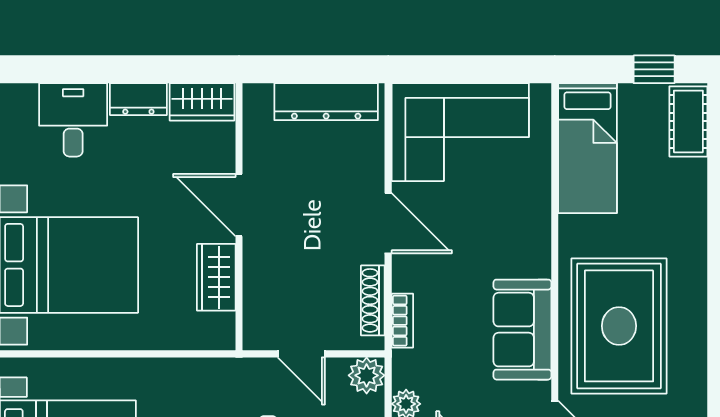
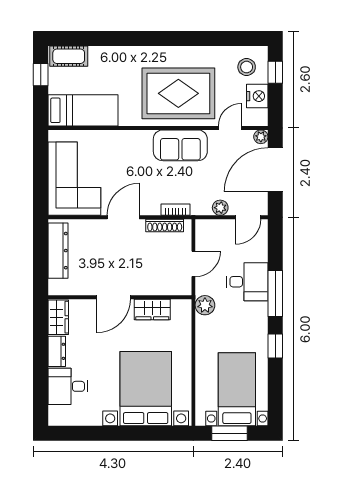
plant: (367, 375) -> (205, 305), moved

